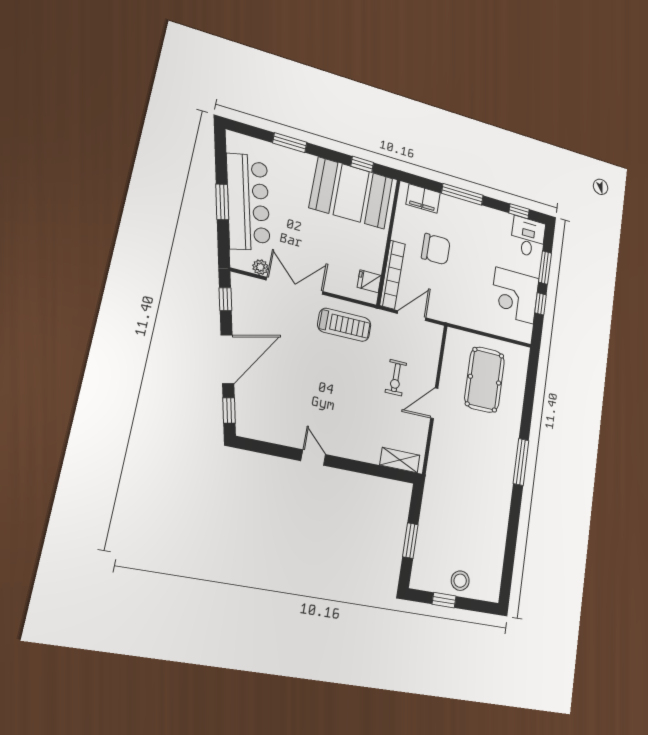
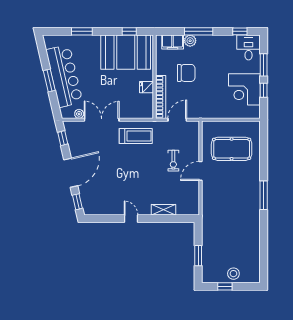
plant: (448, 204) -> (190, 41), added
fridge: (369, 281) -> (146, 87), moved
pool table: (485, 380) -> (232, 149), turned 90
shelving: (400, 460) -> (164, 210), moved

